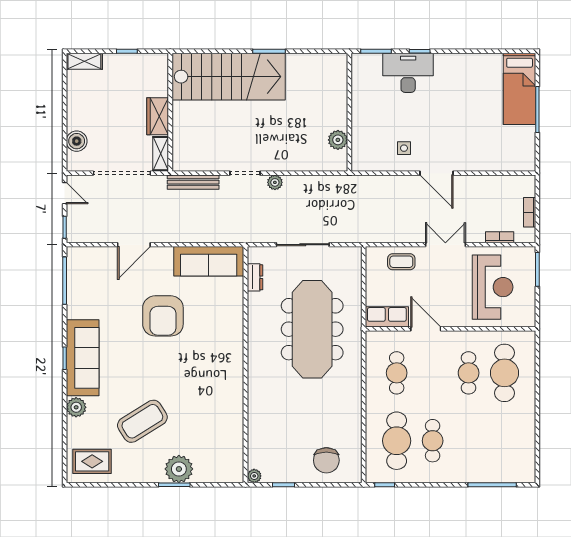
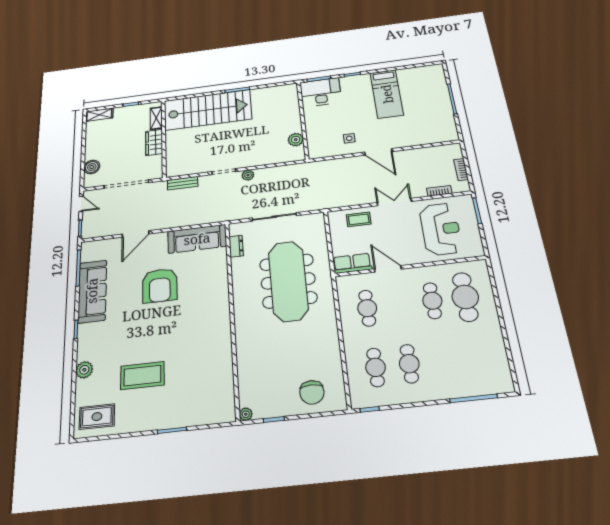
desk: (408, 73) -> (321, 92), moved
bed: (520, 89) -> (387, 94), moved
shelving: (161, 154) -> (156, 118), moved
bench: (193, 182) -> (183, 183), width x0.73
sofa: (83, 358) -> (92, 291), moved
coffee table: (142, 421) -> (142, 376), turned 32
cafe table: (397, 441) -> (376, 367), width x0.73, depth x0.74
plant: (179, 469) -> (176, 415), removed

